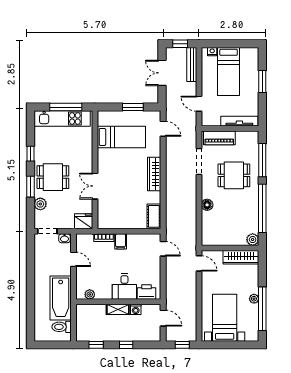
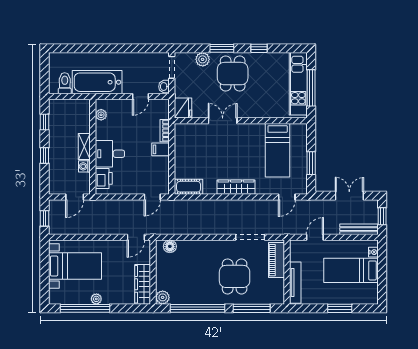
floor lamp: (207, 205) -> (170, 246), moved

